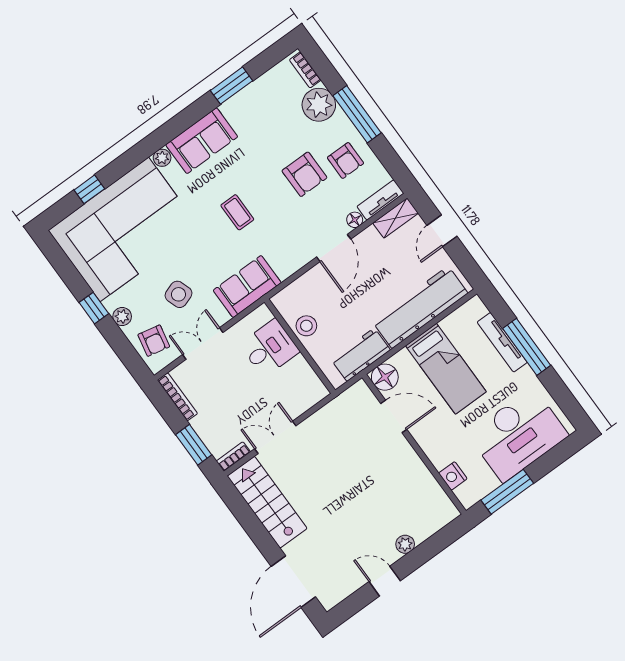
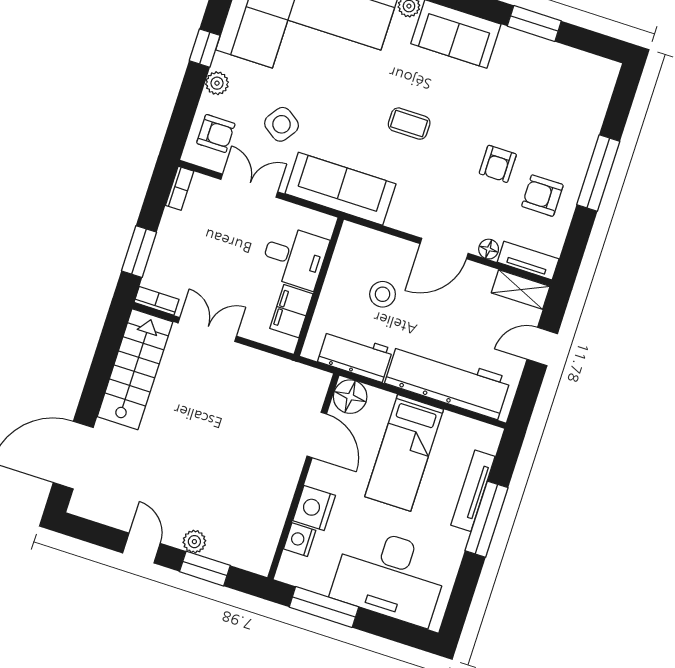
bookcase: (305, 70) -> (605, 87), removed
plant: (319, 105) -> (580, 127), removed
armchair: (345, 160) -> (542, 196), turned 90
armchair: (304, 174) -> (498, 164), width x0.72, depth x0.72
coffee table: (237, 212) -> (409, 124), turned 90
sofa: (247, 287) -> (341, 189), width x1.36
side table: (178, 294) -> (282, 124), turned -36
stool: (306, 326) -> (383, 294), moved
armchair: (154, 341) -> (216, 133), turned -102
filing cabinet: (303, 375) -> (291, 311), added
bookcase: (177, 397) -> (180, 188), width x0.64
nightstand: (439, 452) -> (314, 508), added
window: (427, 550) -> (205, 569), added

